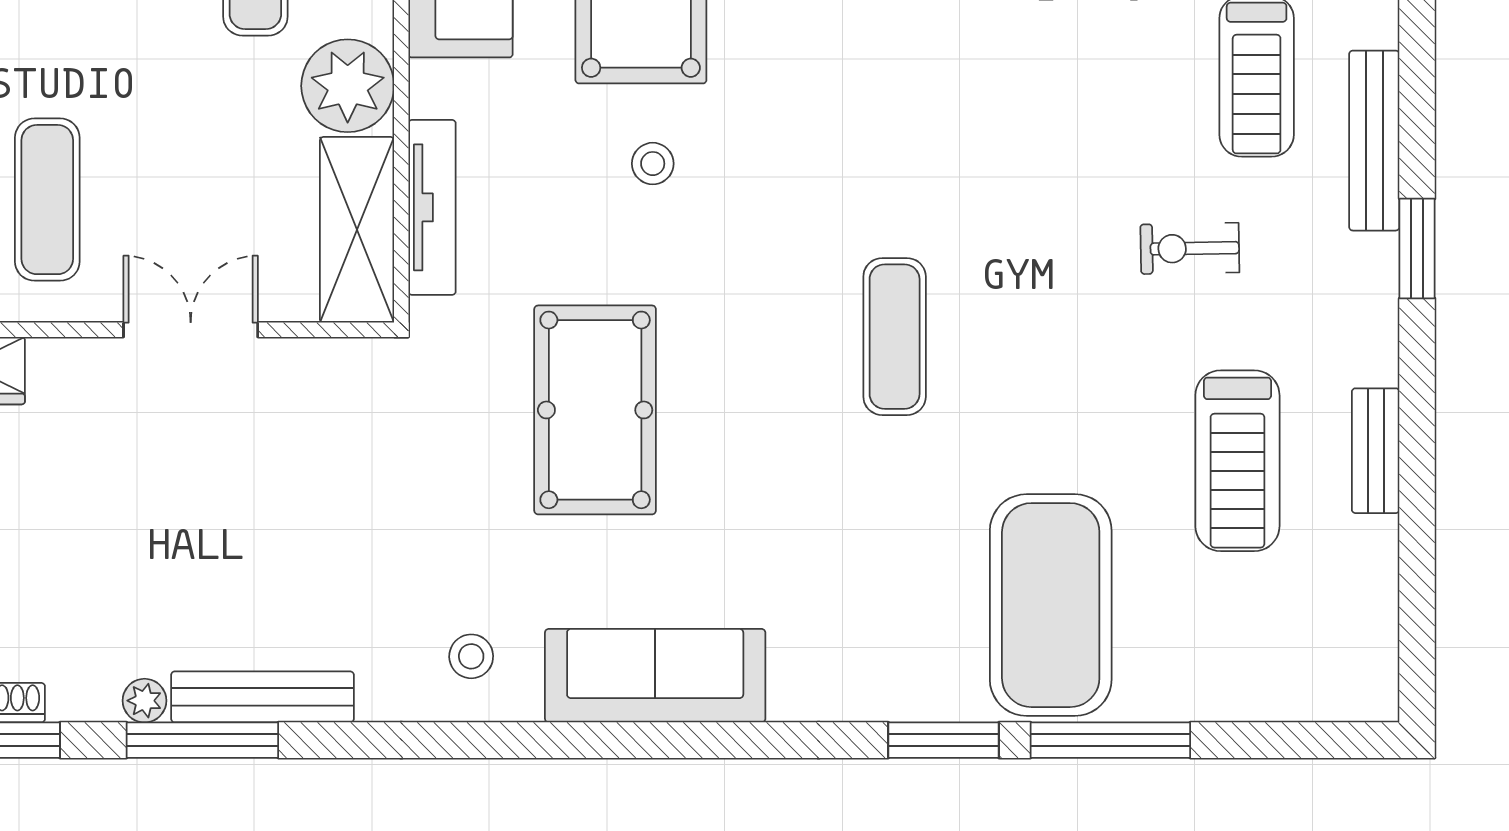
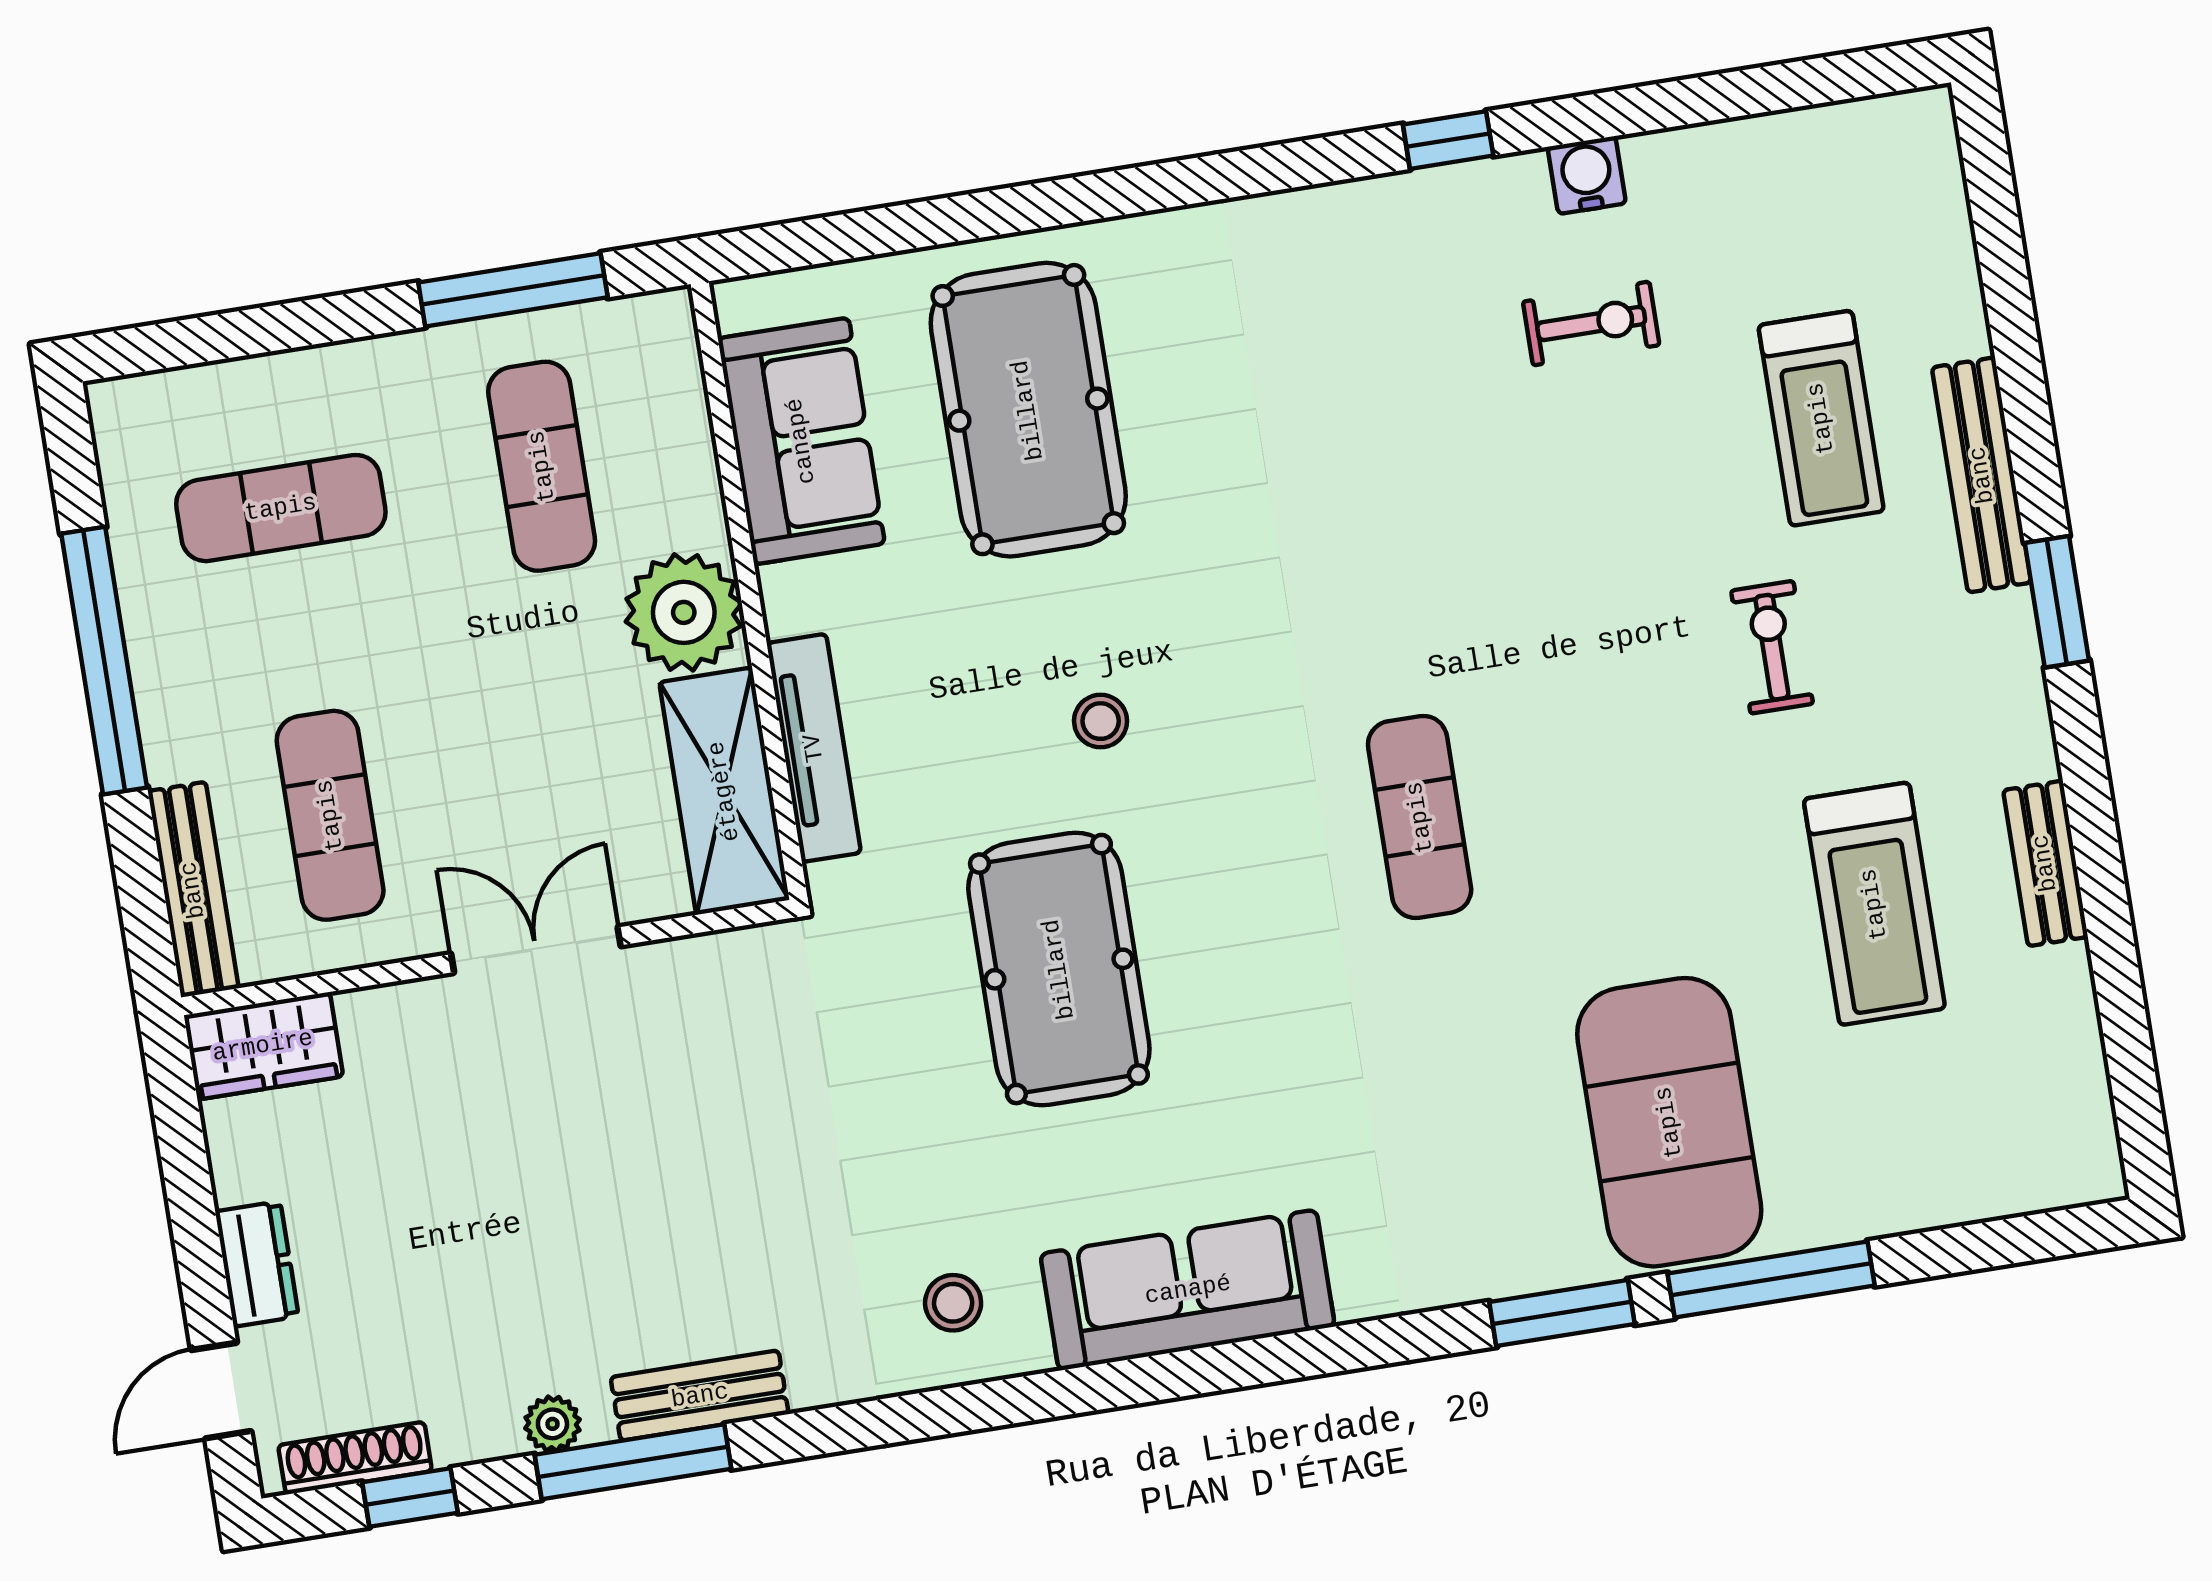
stool: (653, 164) -> (1101, 721), moved
exercise bike: (1190, 248) -> (1772, 647), turned 91
bench: (262, 697) -> (700, 1396), width x0.73

